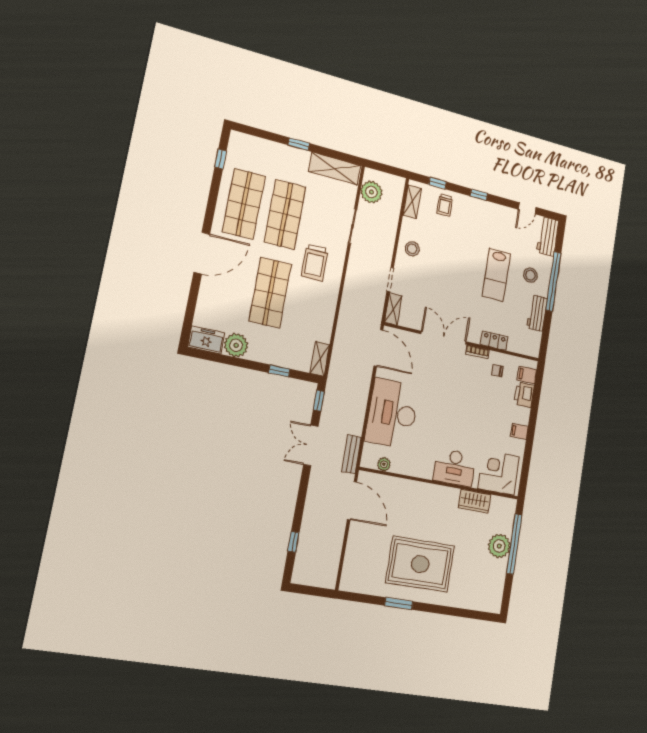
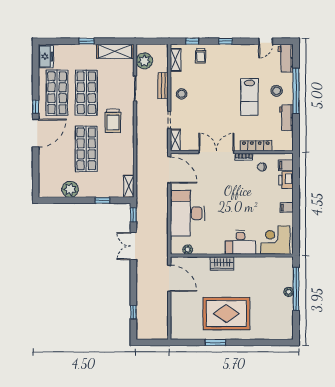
window: (221, 159) -> (36, 107), moved
freezer: (206, 340) -> (46, 57), moved, turned 90
locker: (494, 341) -> (256, 146), width x1.53
bench: (352, 454) -> (163, 85), moved
wardrobe: (475, 501) -> (222, 263), moved
plant: (499, 546) -> (288, 292), width x0.53, depth x0.53

